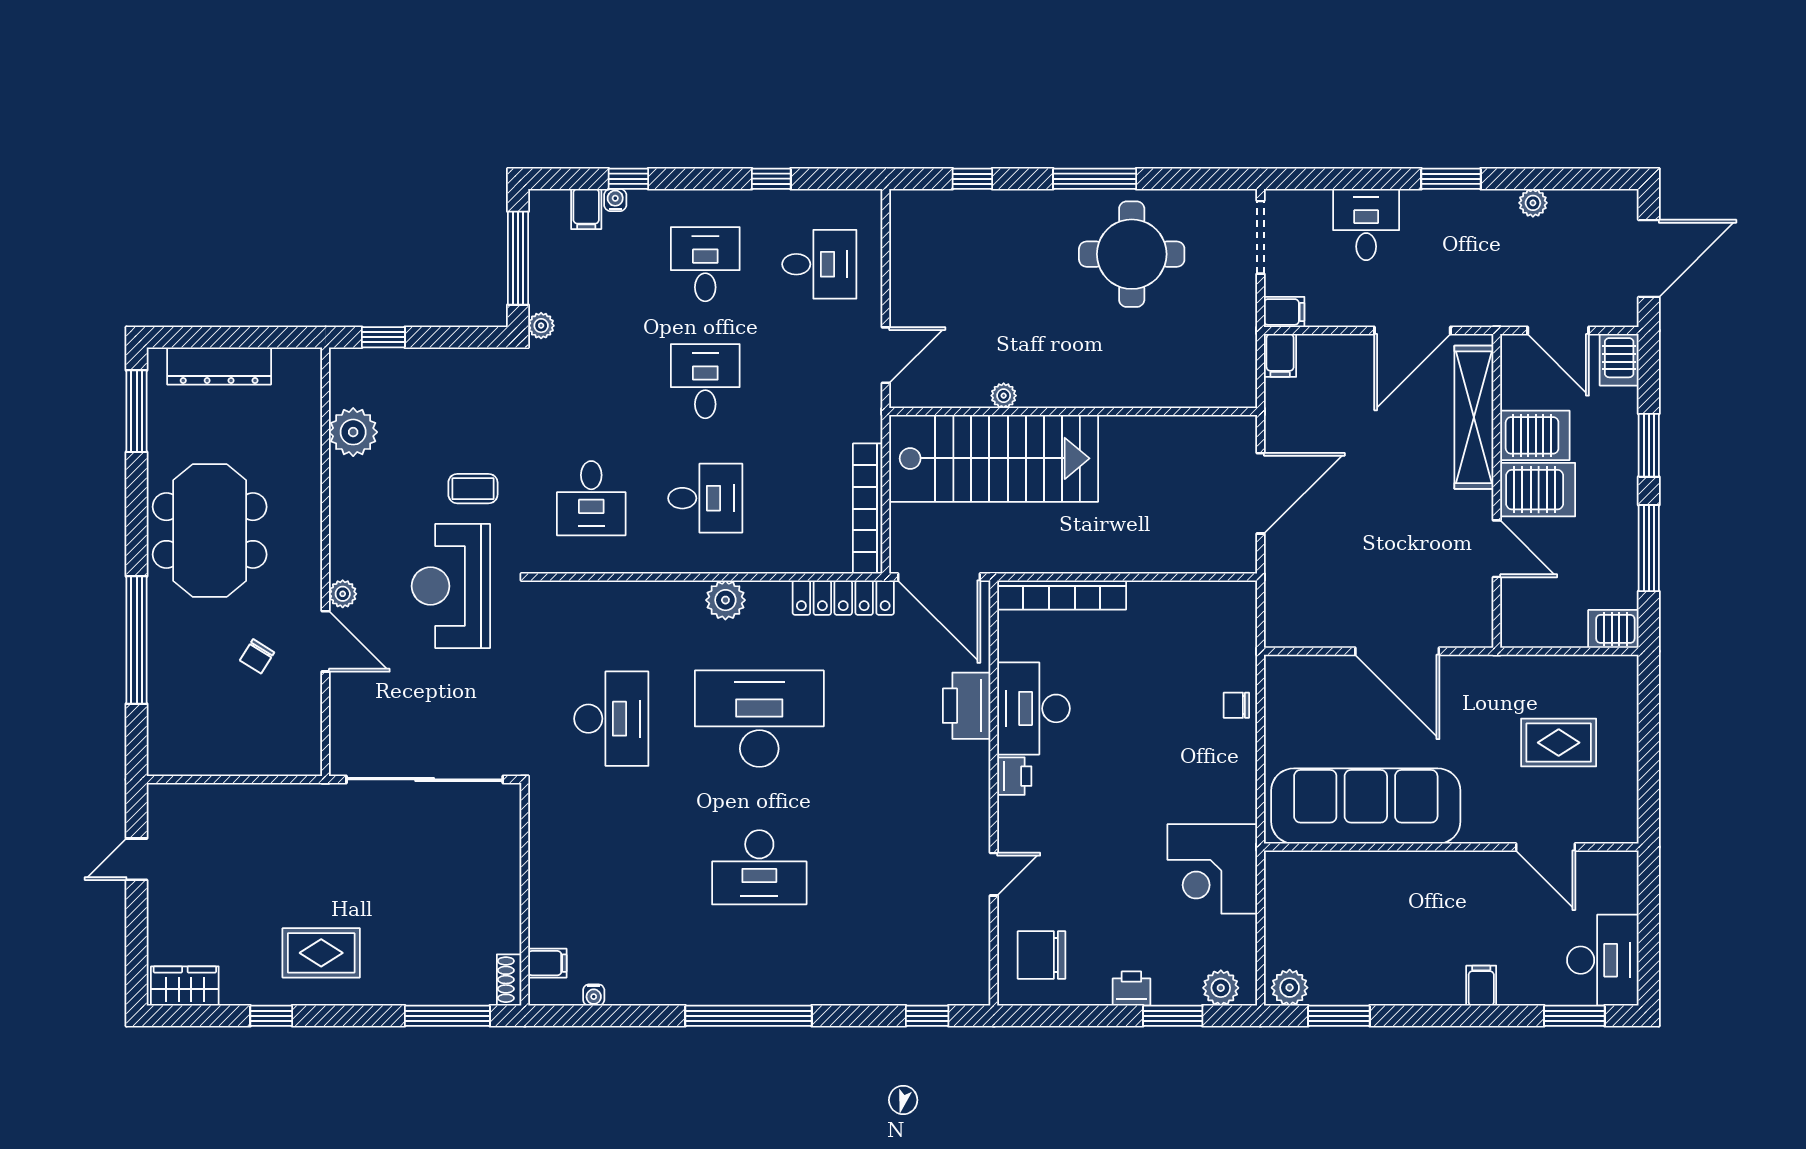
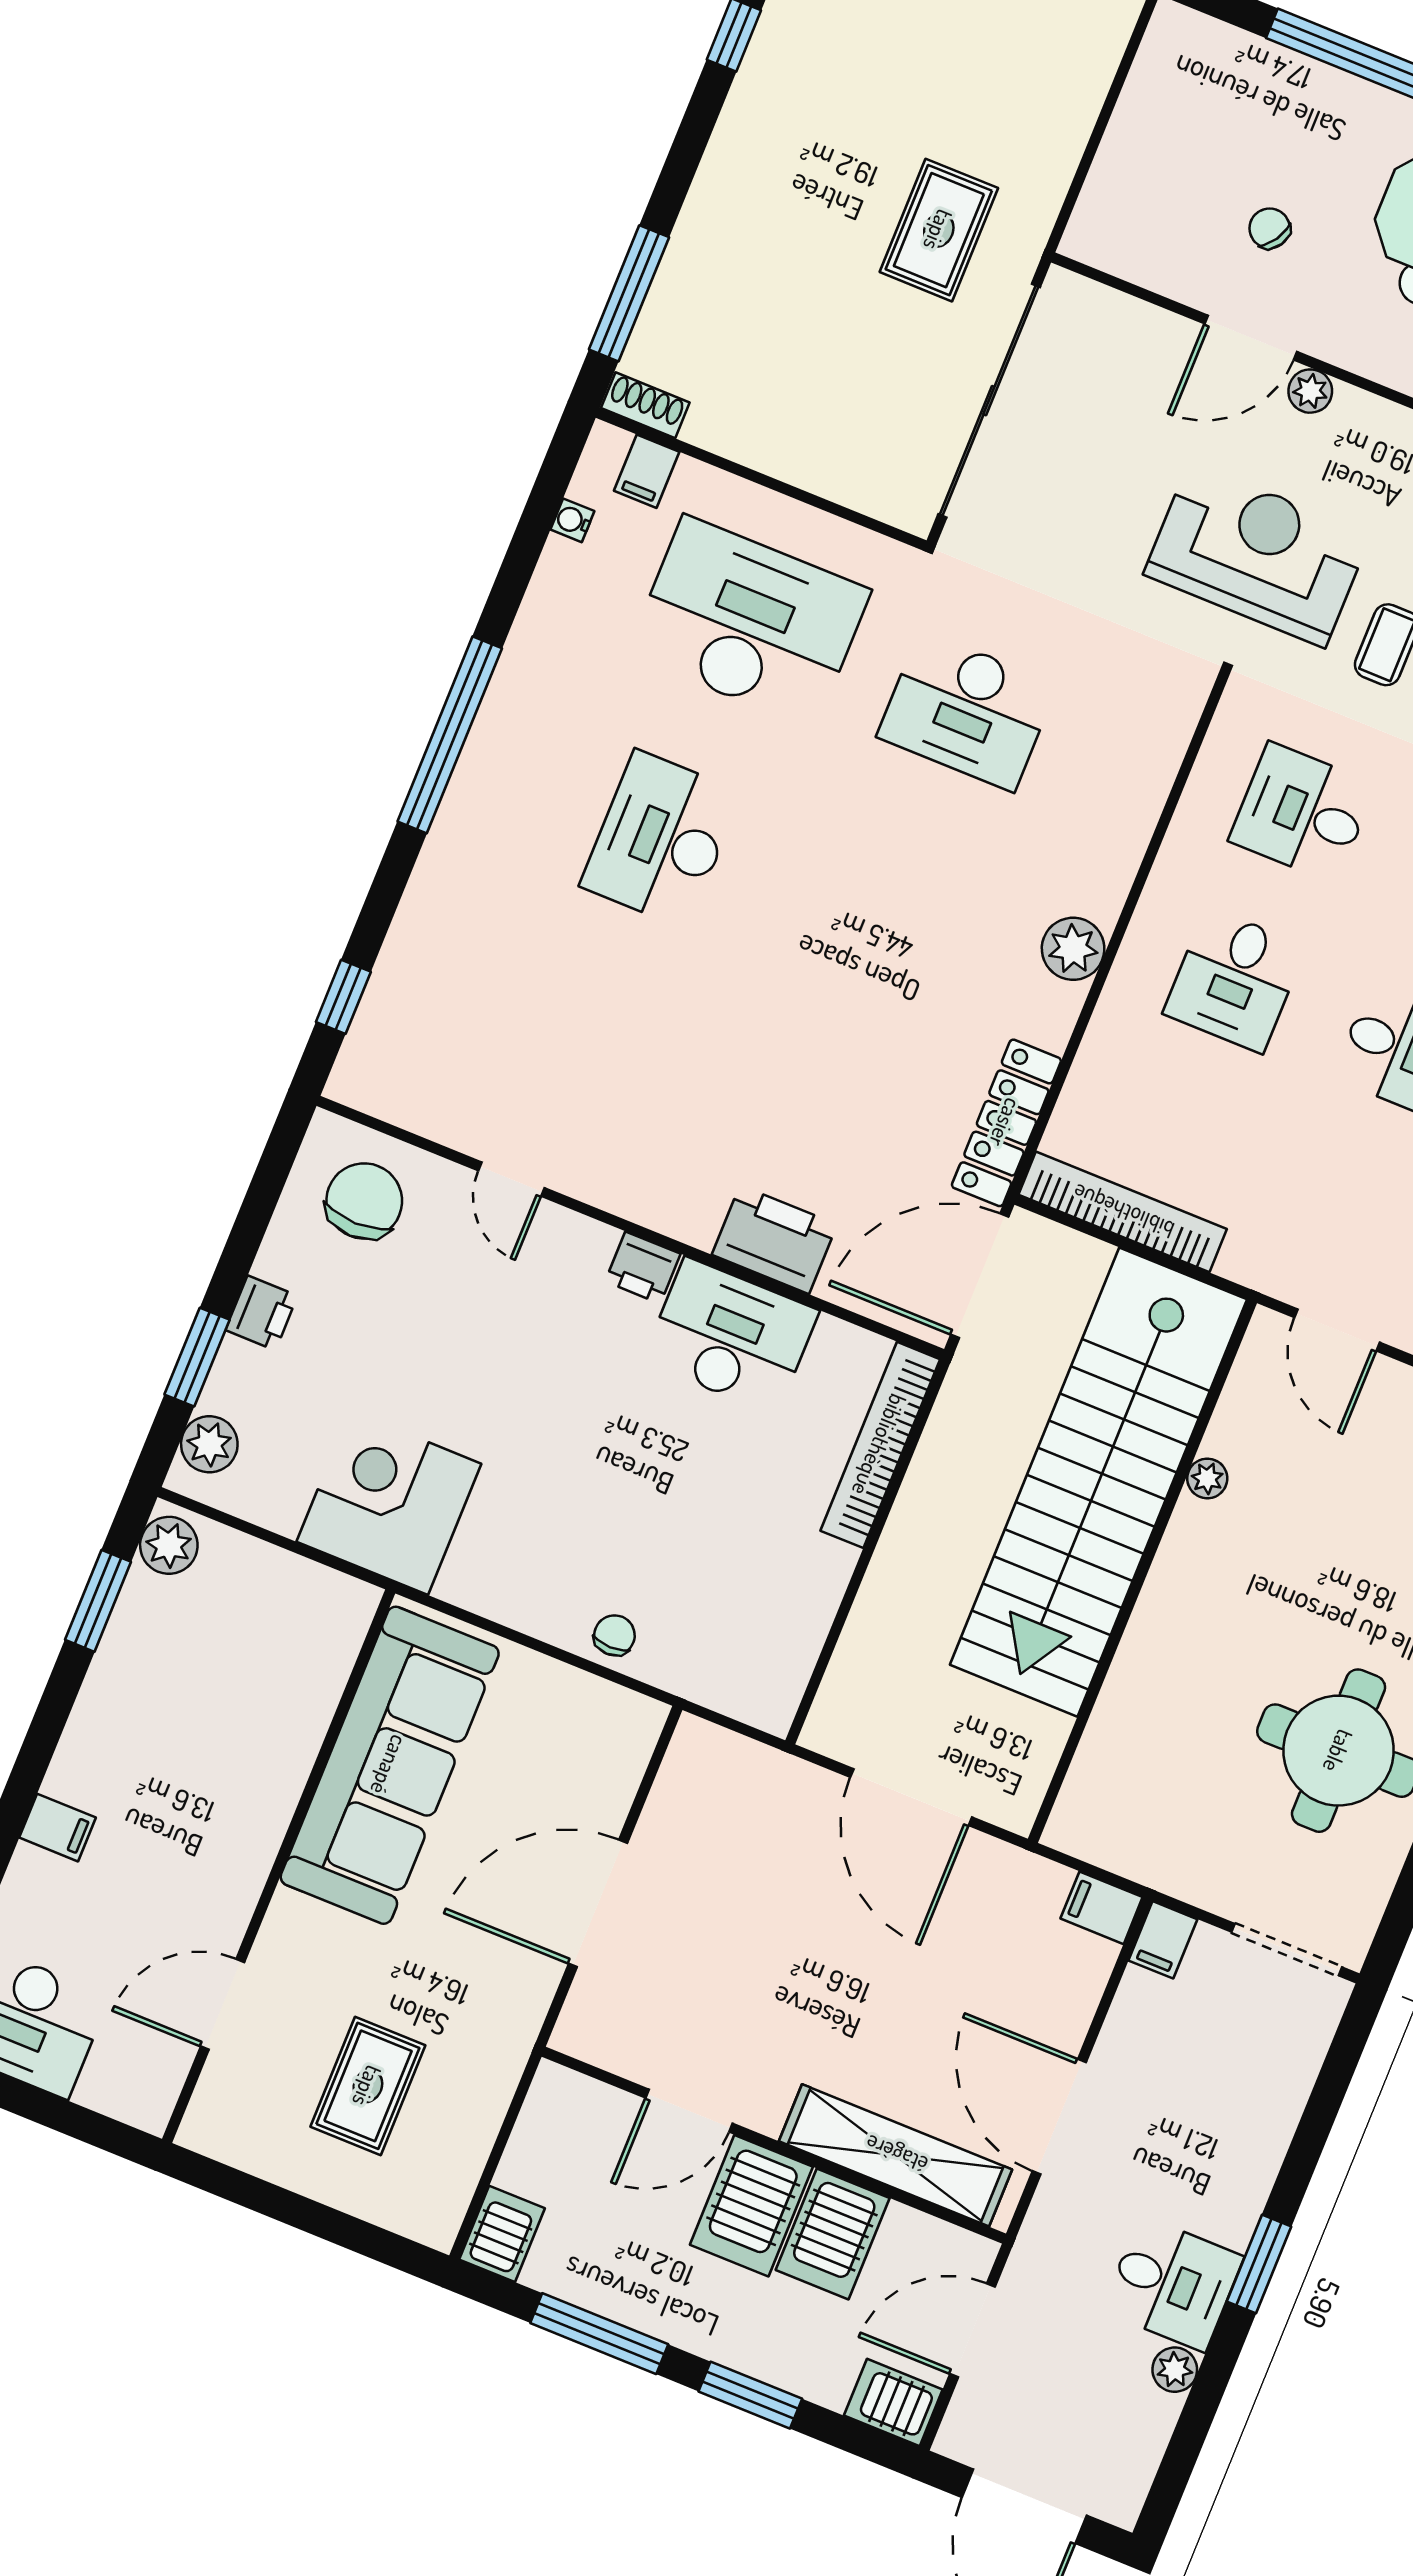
desk: (1366, 224) -> (1173, 2284), moved
stairs: (994, 458) -> (1098, 1482), width x1.36
desk: (759, 719) -> (749, 622), moved, turned -90
rug: (321, 953) -> (939, 230), moved

